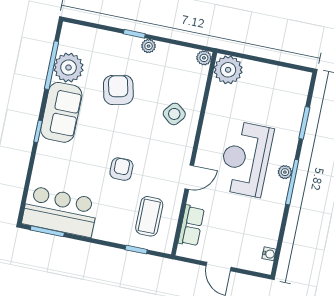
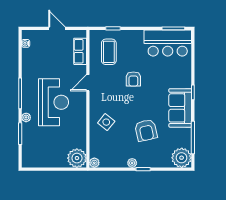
plant: (69, 68) -> (182, 158), moved
plant: (285, 172) -> (26, 117), moved

